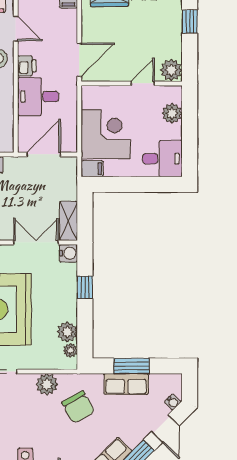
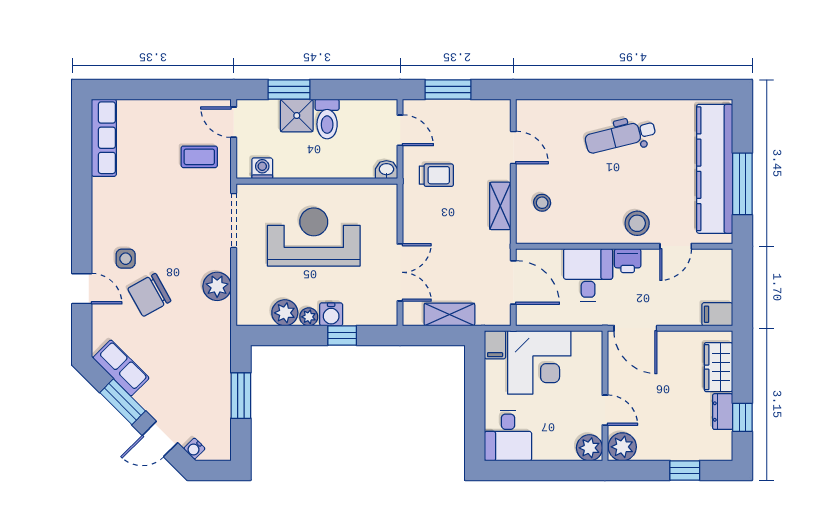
plant: (172, 113) -> (590, 448), moved
shelving: (69, 221) -> (449, 314), moved
water cooler: (68, 253) -> (331, 314), moved
plant: (70, 350) -> (309, 317), moved
row of seats: (126, 384) -> (218, 389), removed
chair: (78, 407) -> (149, 295), moved

